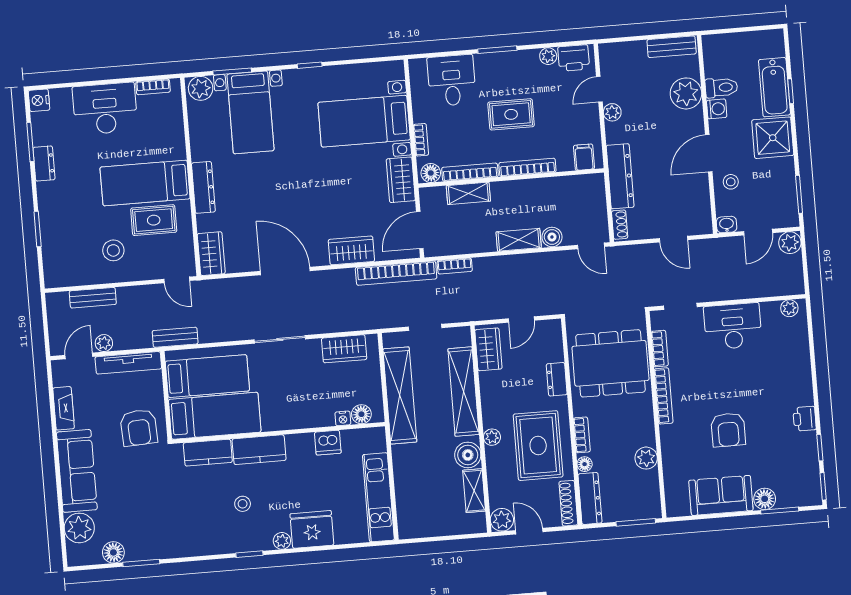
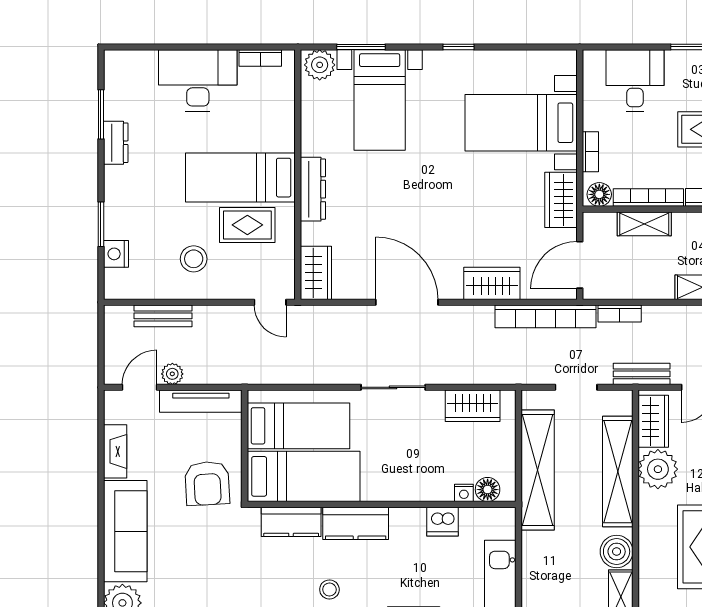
nightstand: (39, 100) -> (116, 254), moved
bench: (175, 337) -> (642, 374), moved
plant: (492, 437) -> (658, 469), moved, width x1.87, depth x1.87

